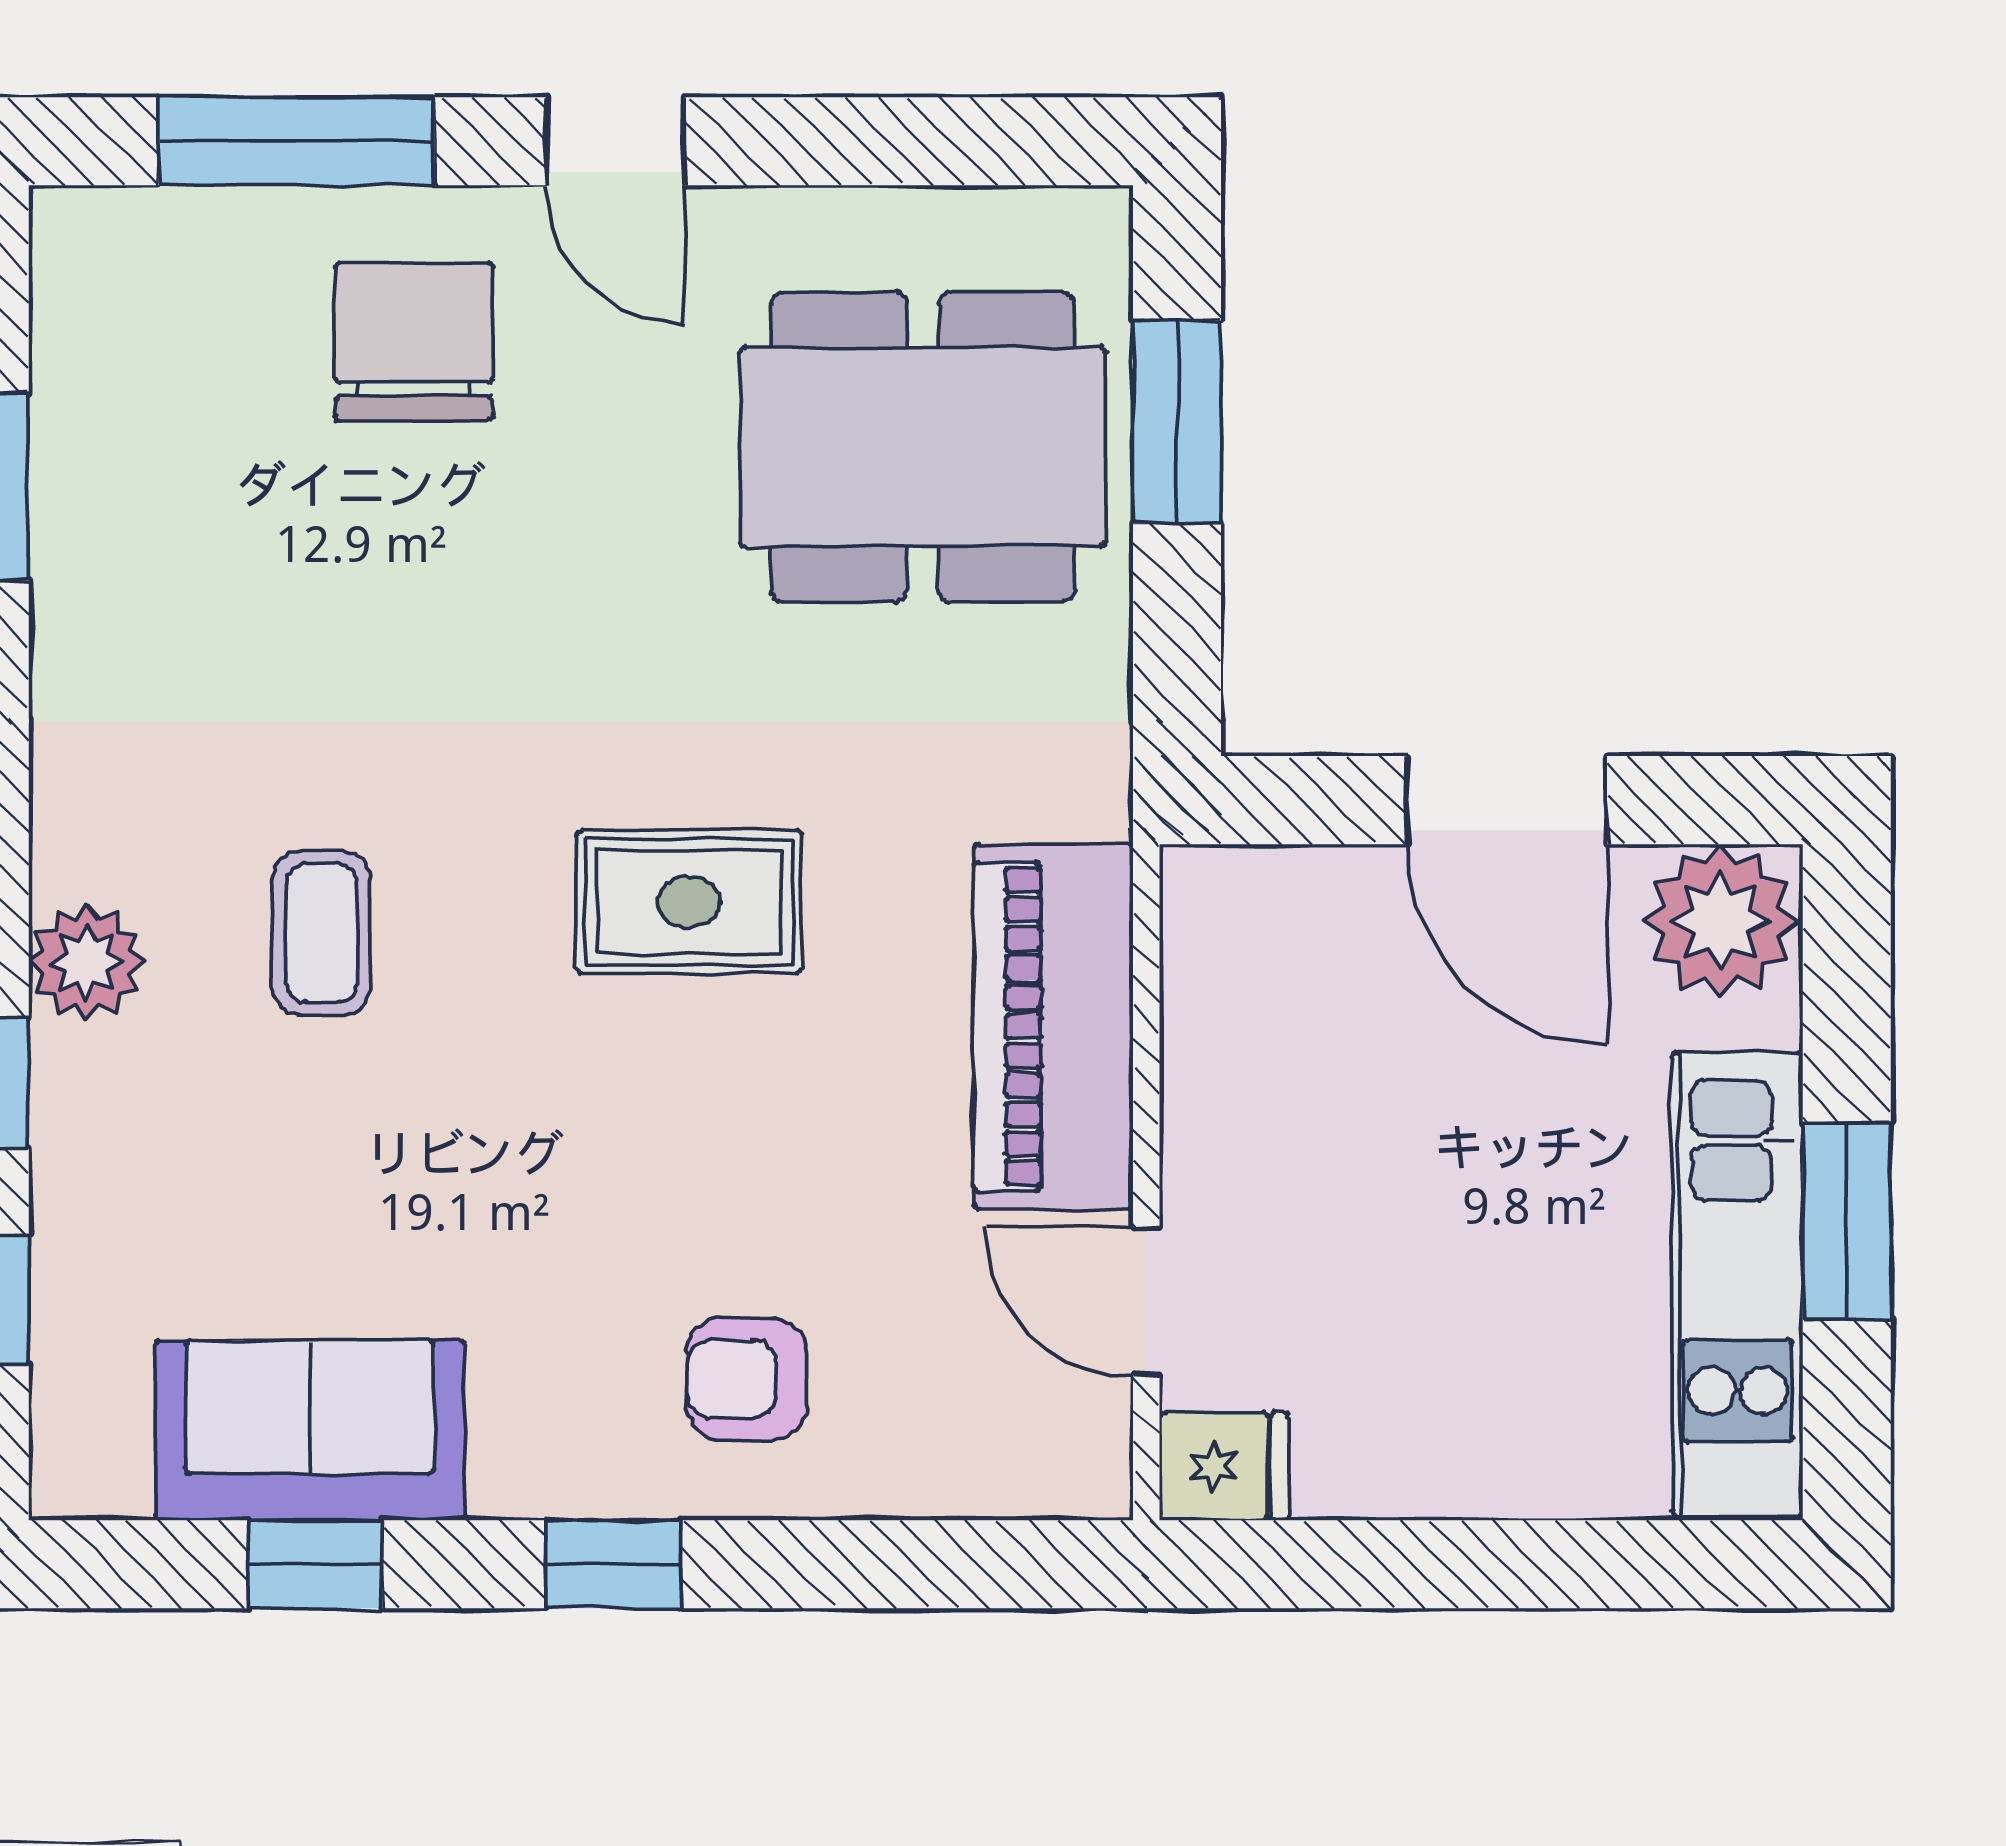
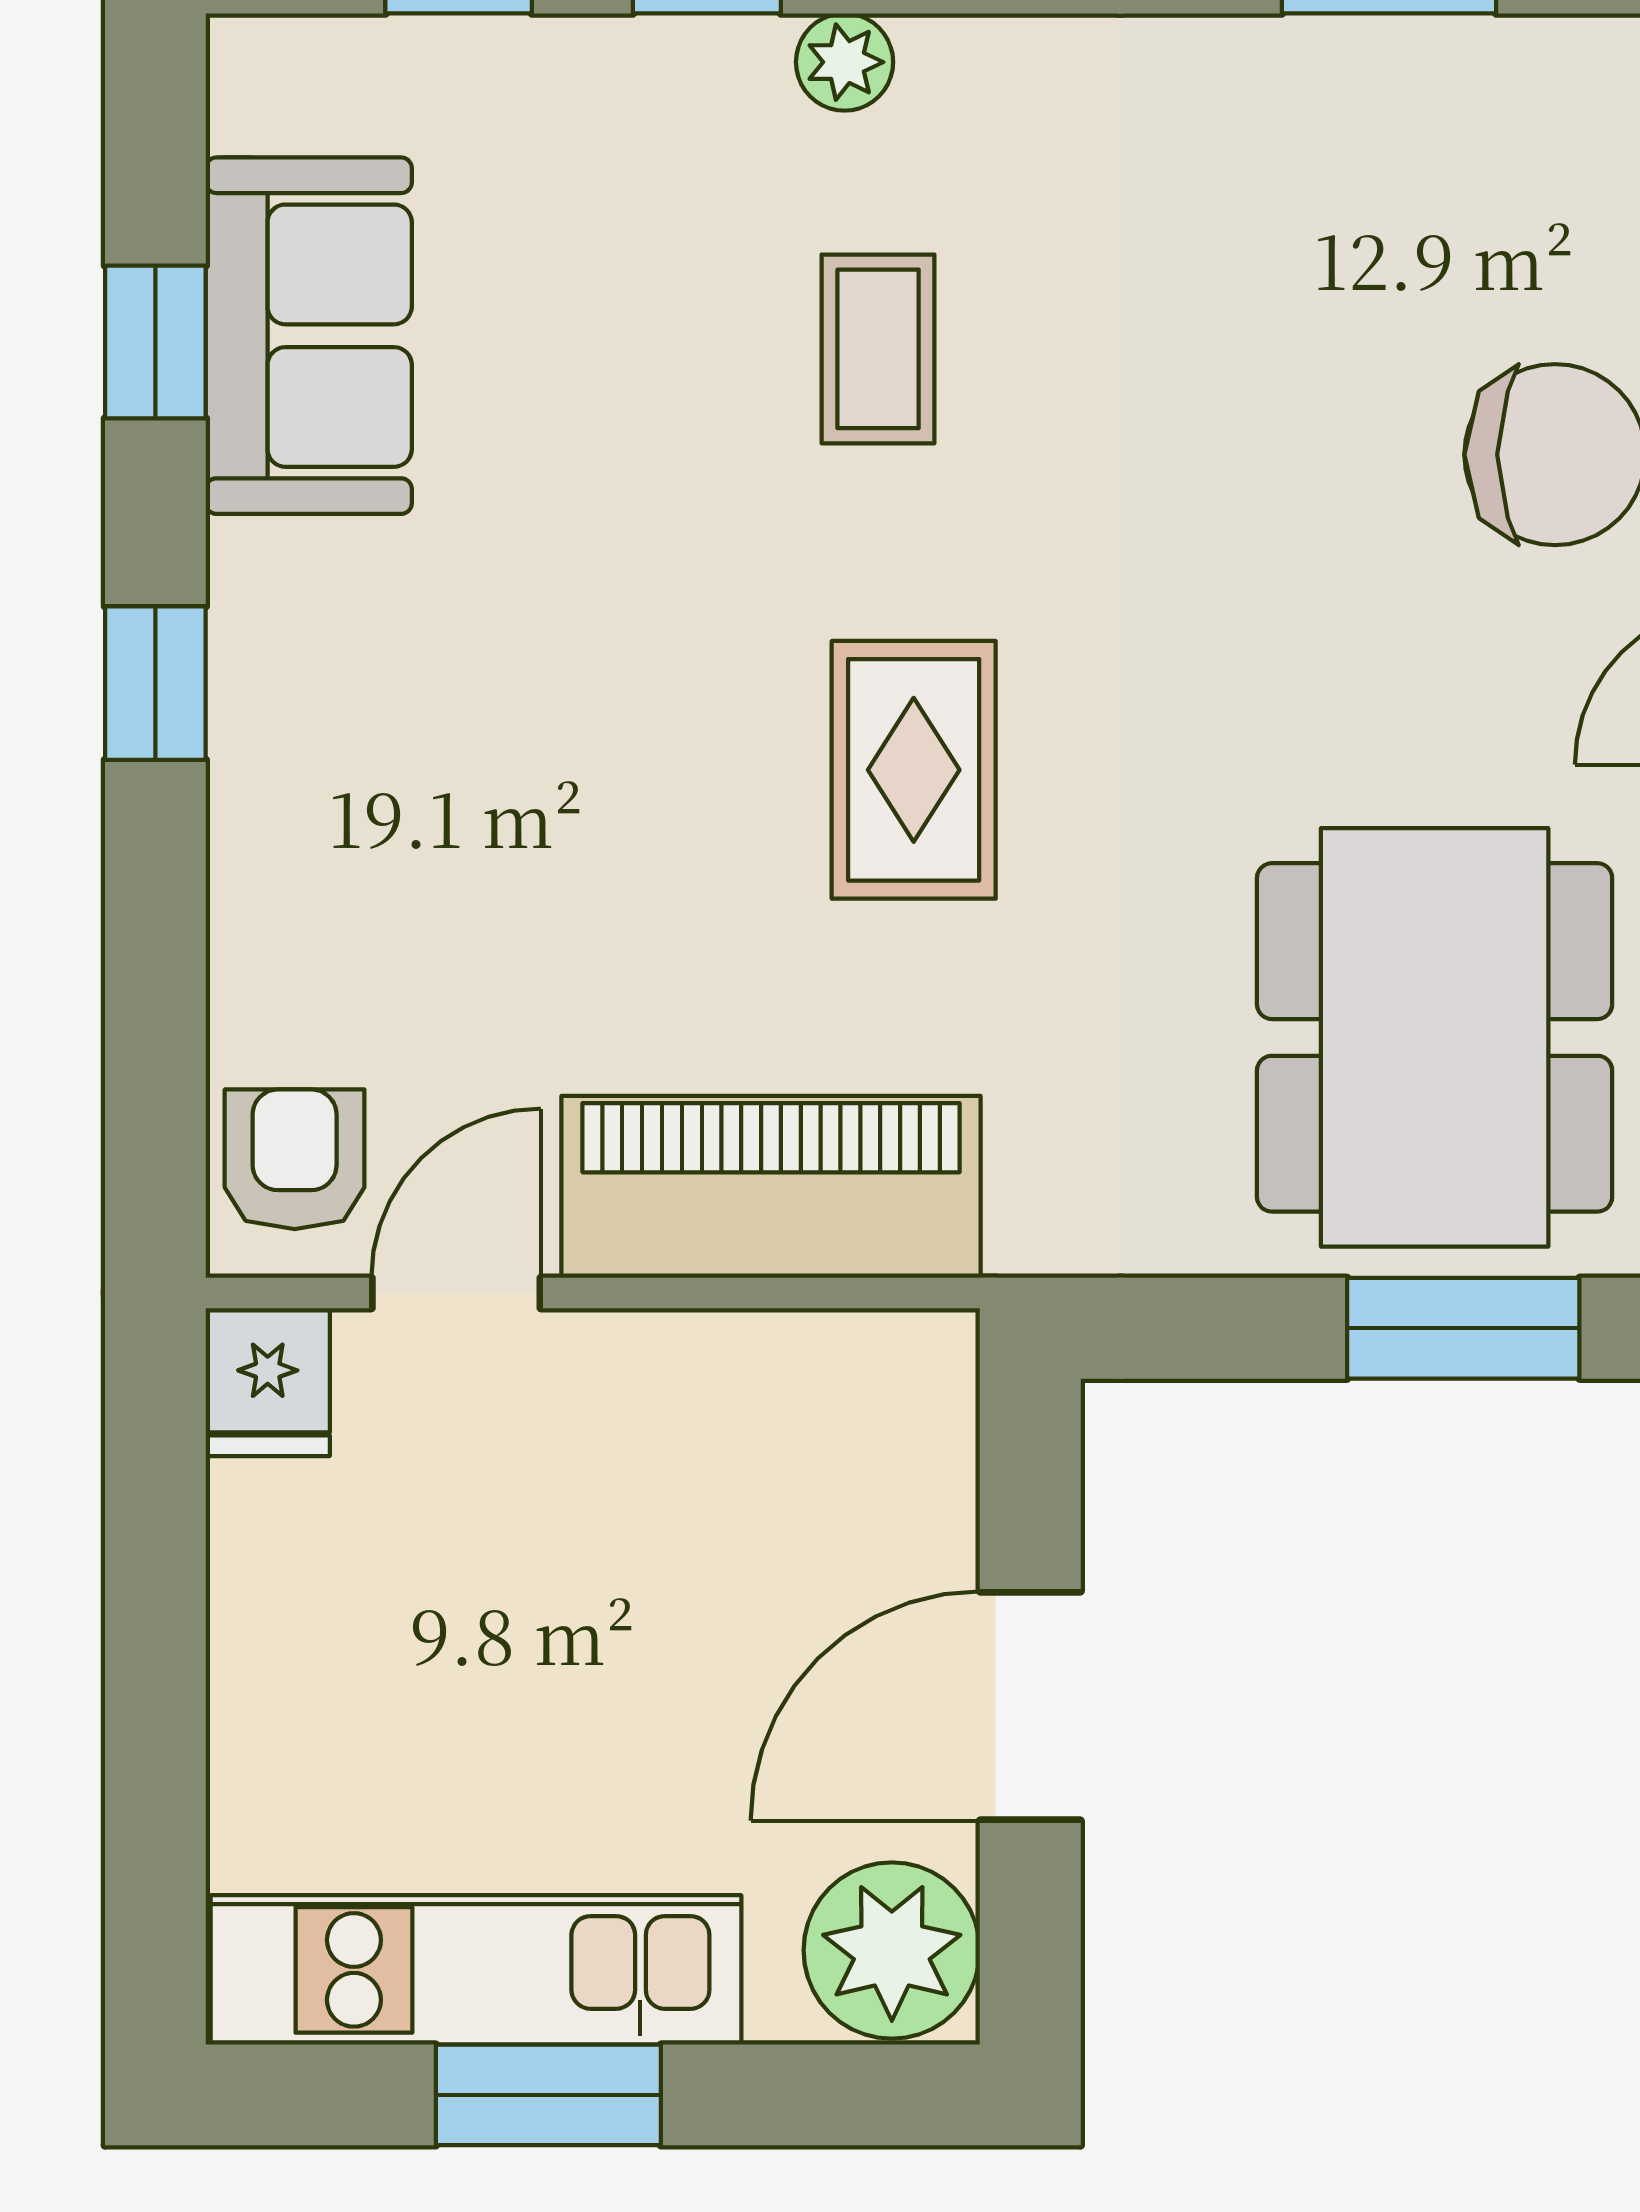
coffee table: (322, 933) -> (878, 349), turned 90
plant: (87, 962) -> (845, 62), width x0.73, depth x0.73
armchair: (746, 1379) -> (295, 1159), moved

